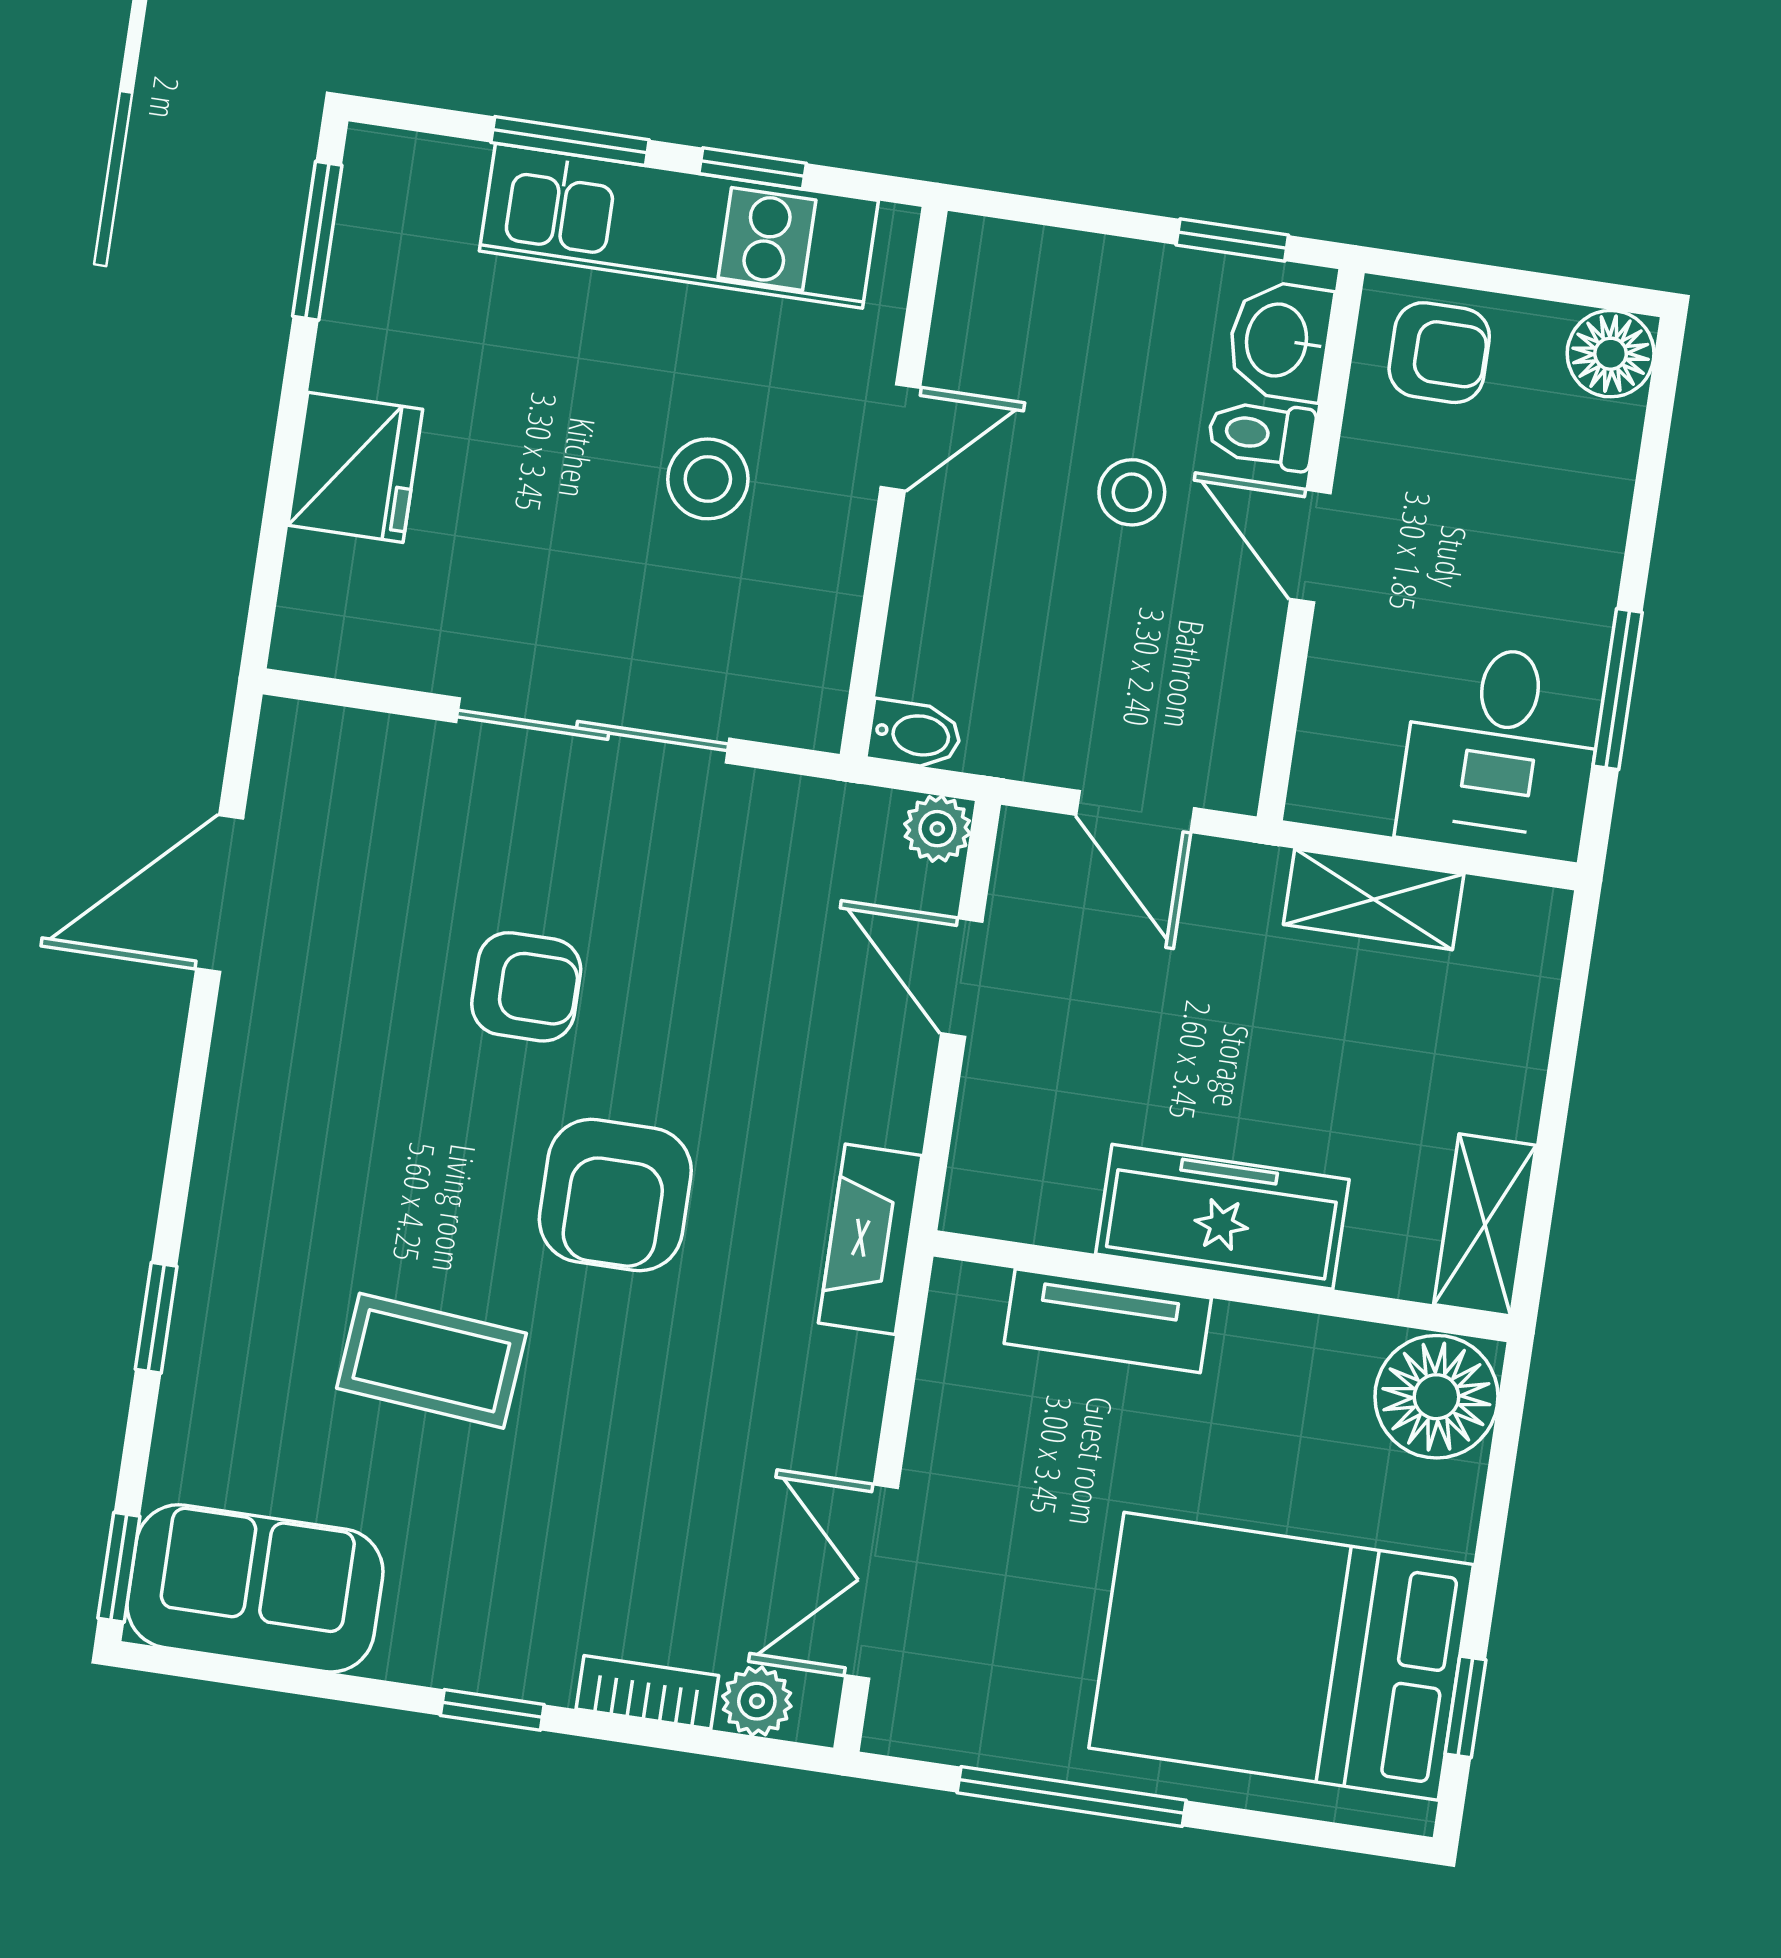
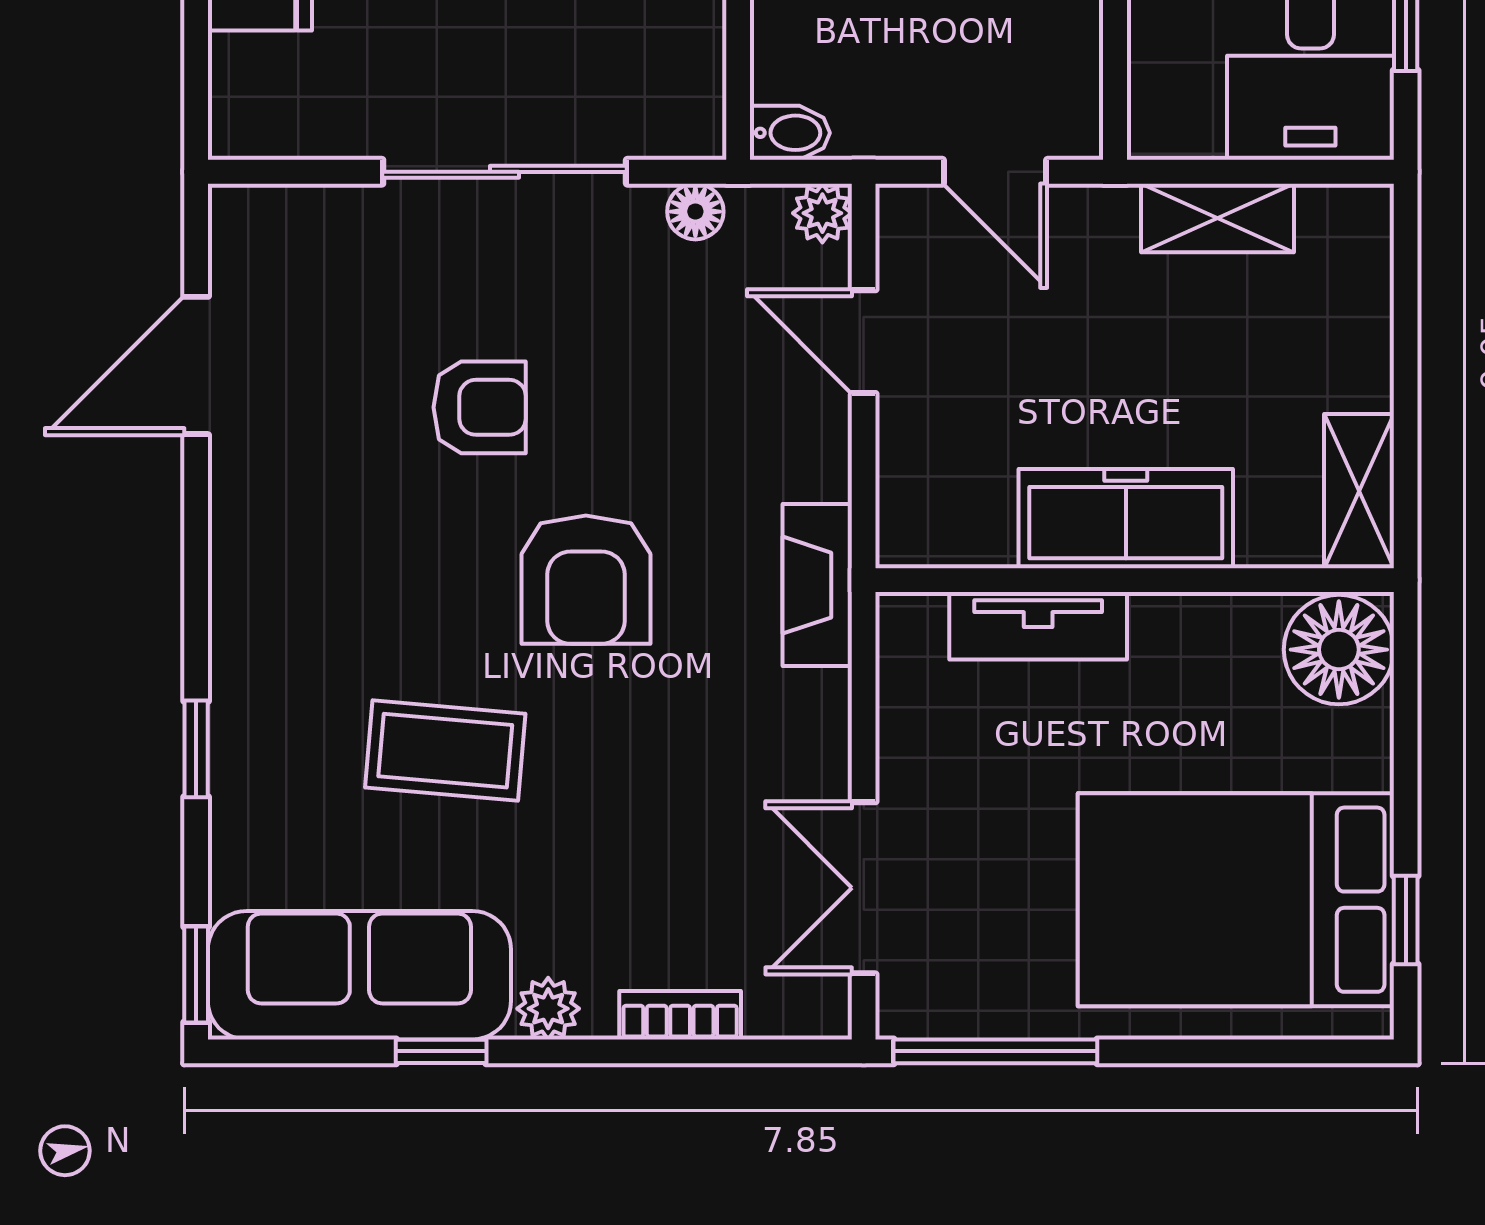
floor lamp: (797, 806) -> (695, 212), added
sofa: (255, 1588) -> (359, 975), width x1.36
plant: (757, 1701) -> (548, 1009), moved
window: (492, 1710) -> (441, 1051), moved
window: (1072, 1797) -> (995, 1051), moved

